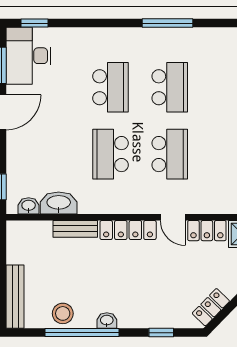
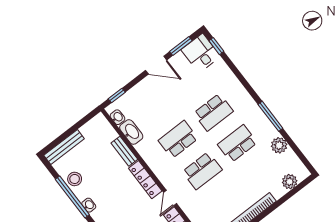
plant: (210, 39) -> (279, 145), added
desk: (29, 56) -> (201, 53), width x0.73
school desk: (170, 87) -> (237, 144), turned 180

